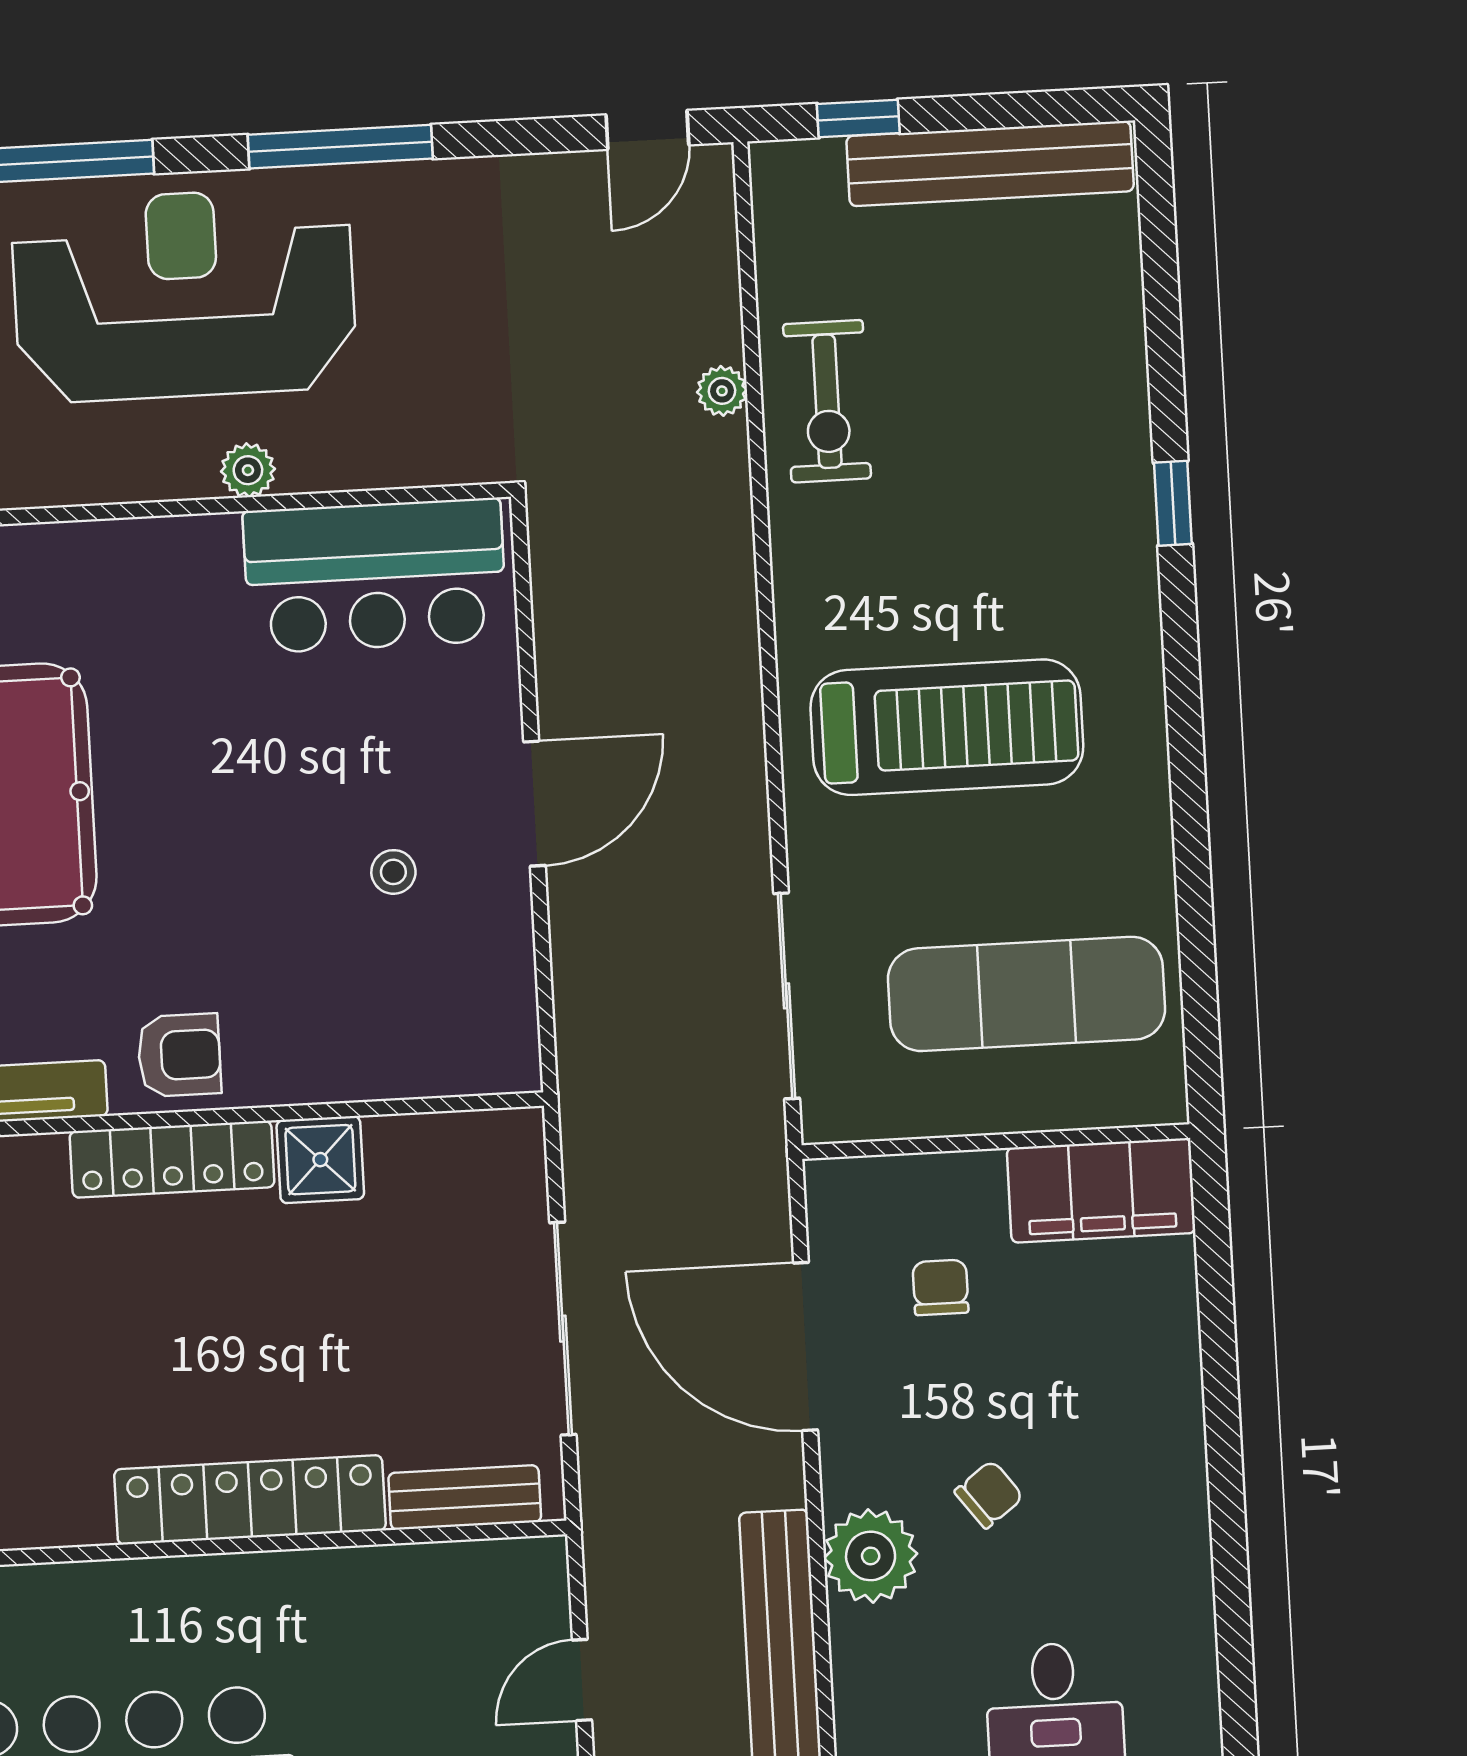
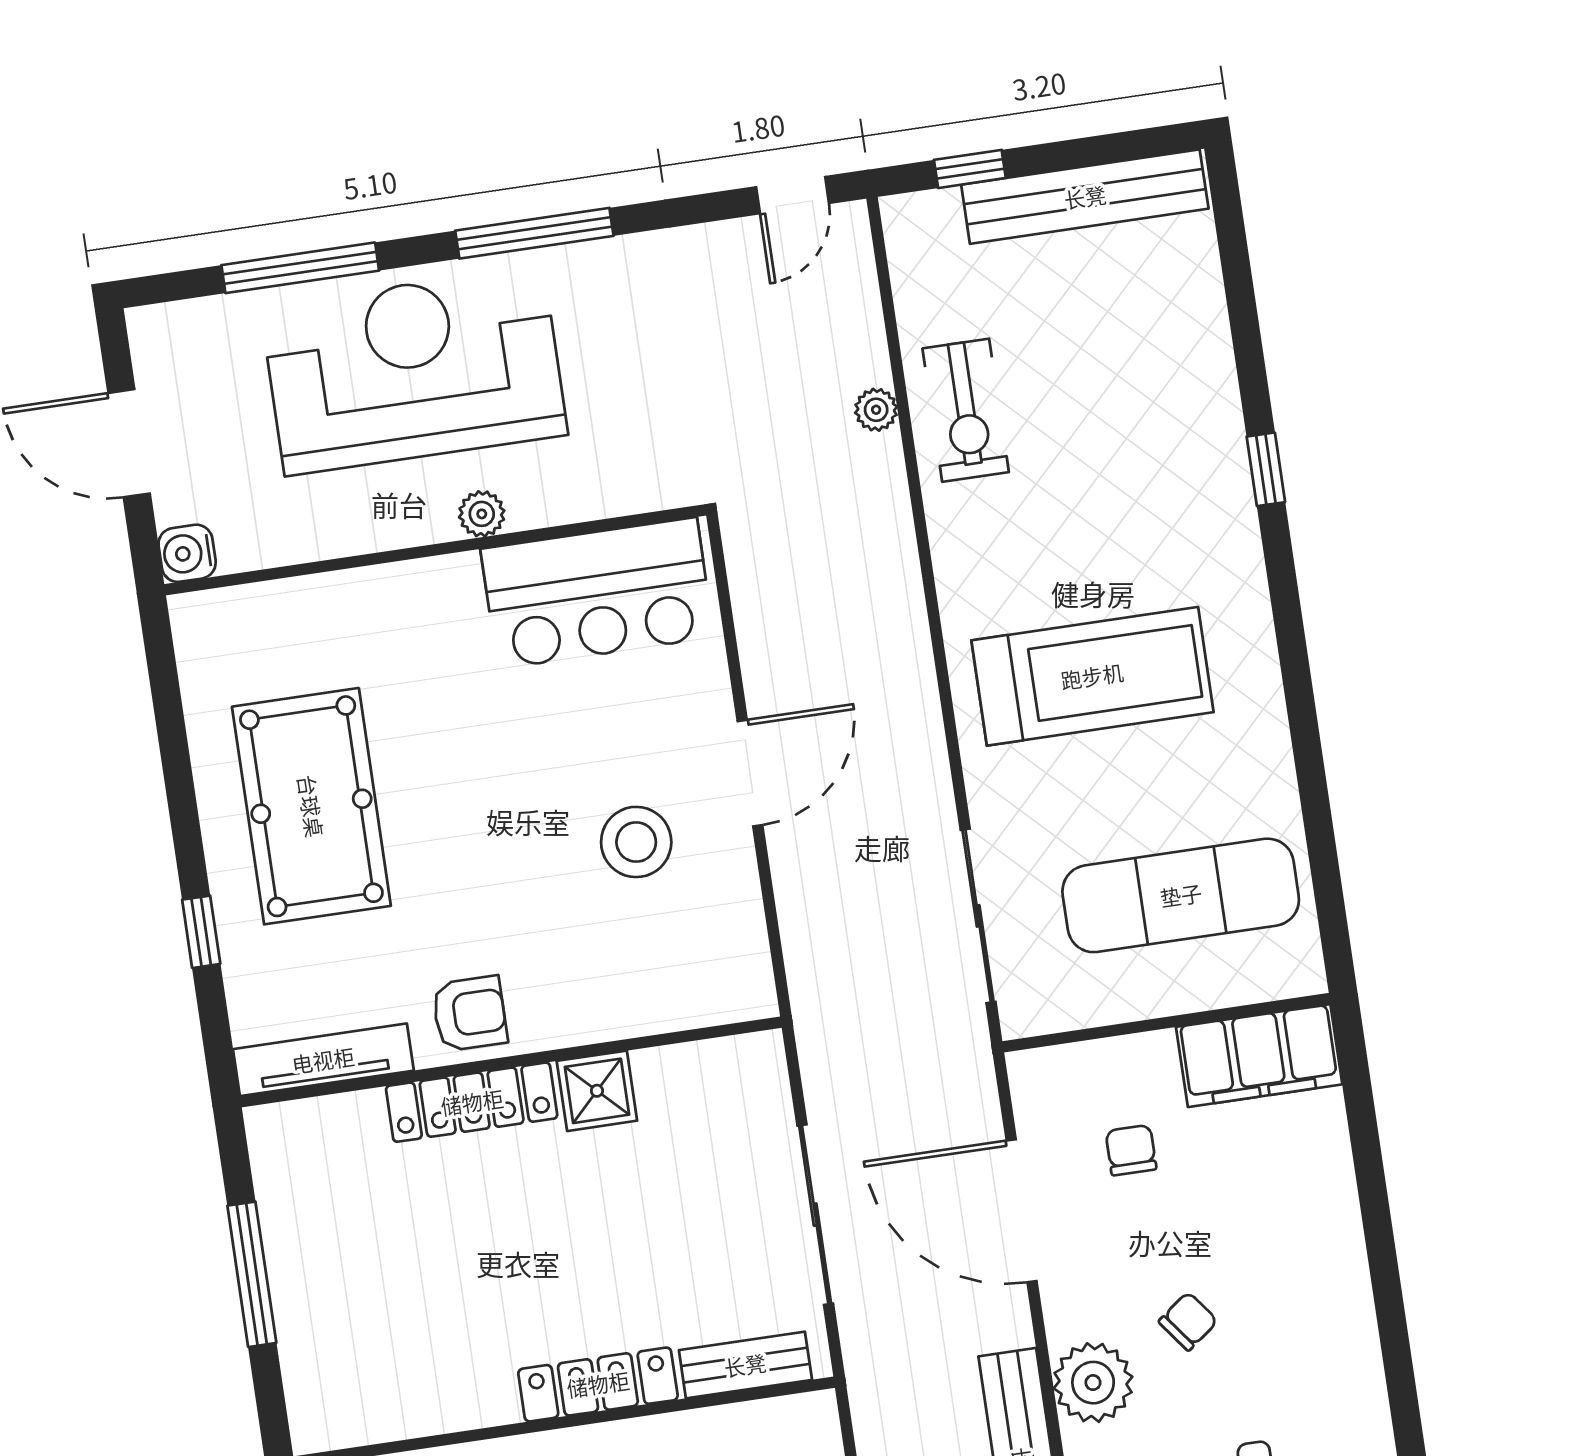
stool: (393, 872) -> (636, 842), width x1.89, depth x1.89
locker: (250, 1500) -> (598, 1384), width x0.71, depth x0.83

